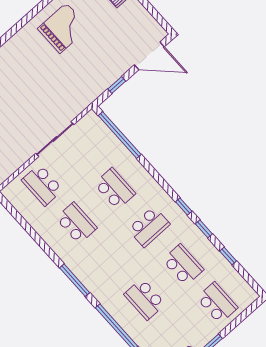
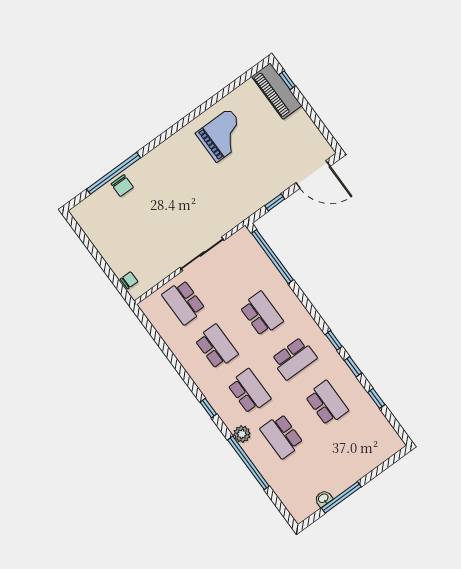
window: (75, 280) -> (208, 408), width x0.46
plant: (108, 301) -> (242, 434), added
school desk: (217, 303) -> (249, 391), moved

